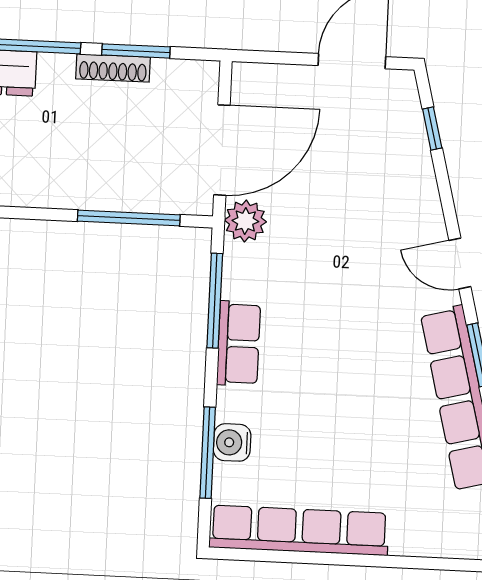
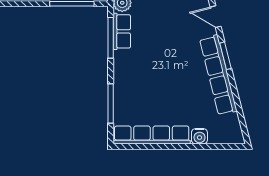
row of seats: (239, 344) -> (122, 31), moved
water cooler: (232, 442) -> (199, 136), moved, turned -90

